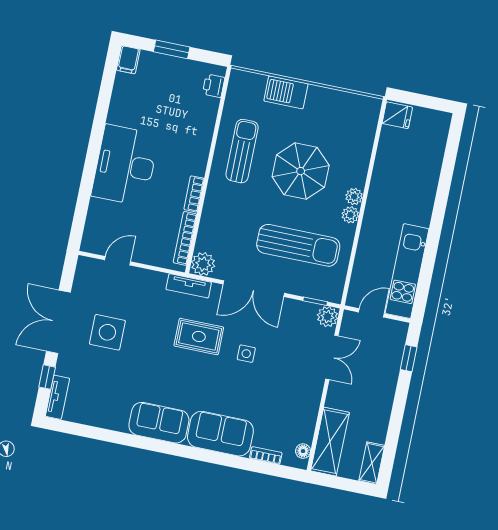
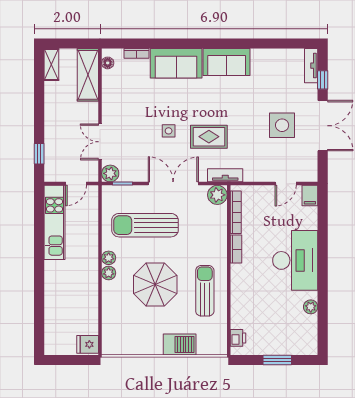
filing cabinet: (128, 60) -> (310, 196), moved, turned 180
plant: (118, 105) -> (311, 307), added
sun lounger: (242, 151) -> (205, 291), turned 180

